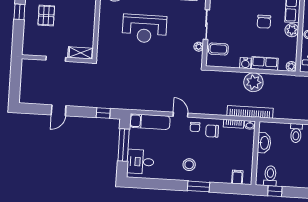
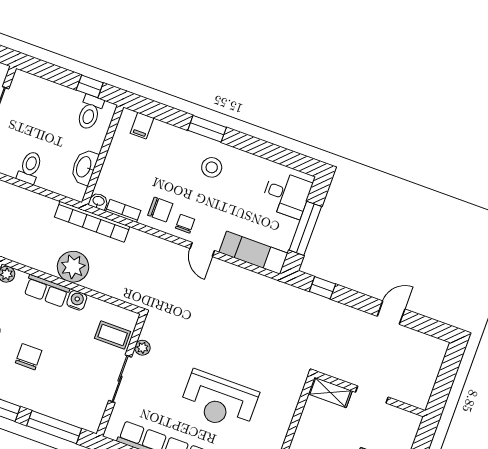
reception desk: (144, 29) -> (219, 401), turned 180

